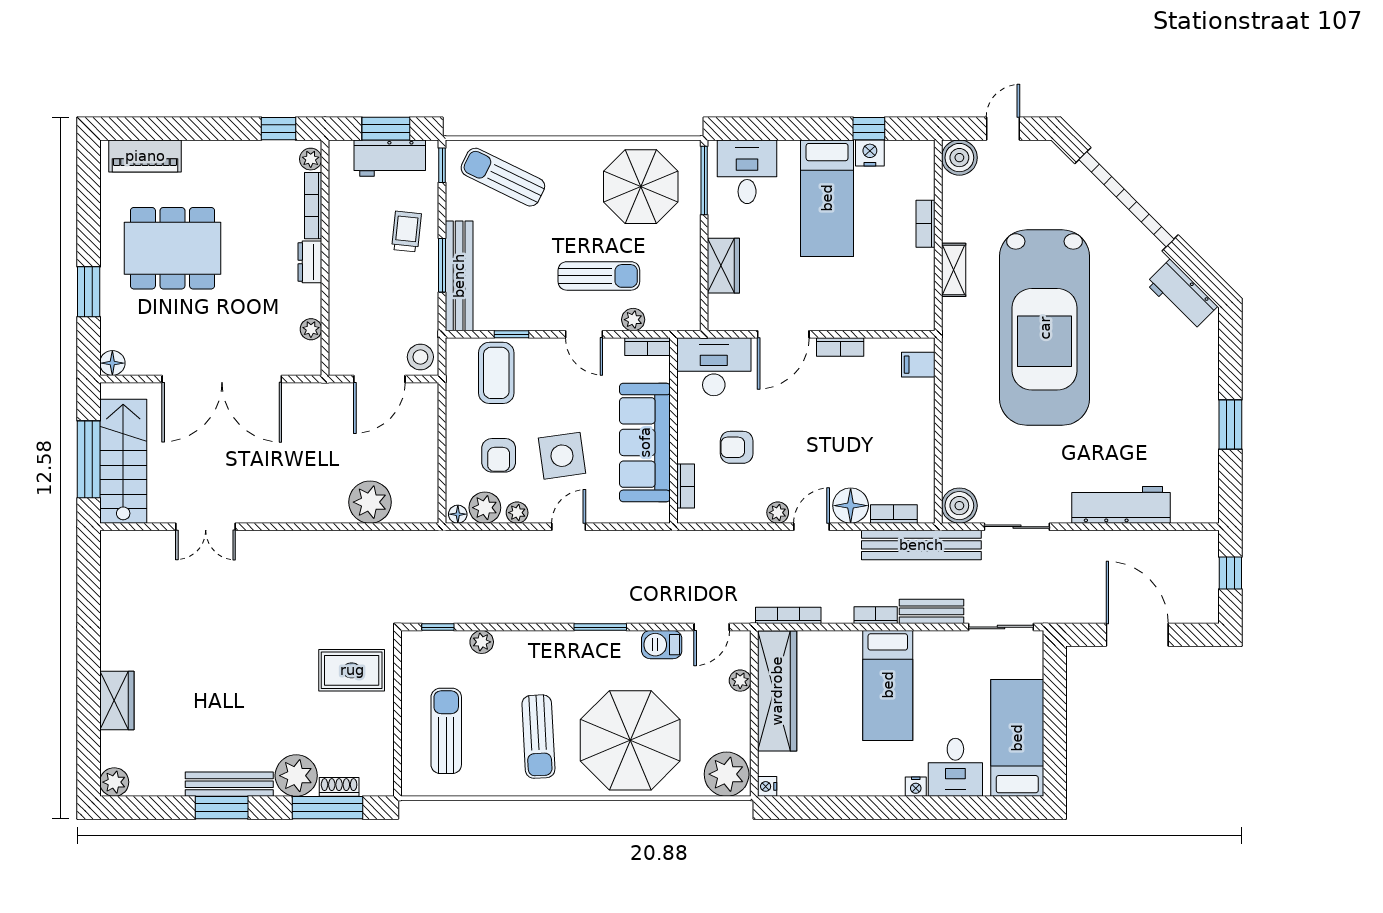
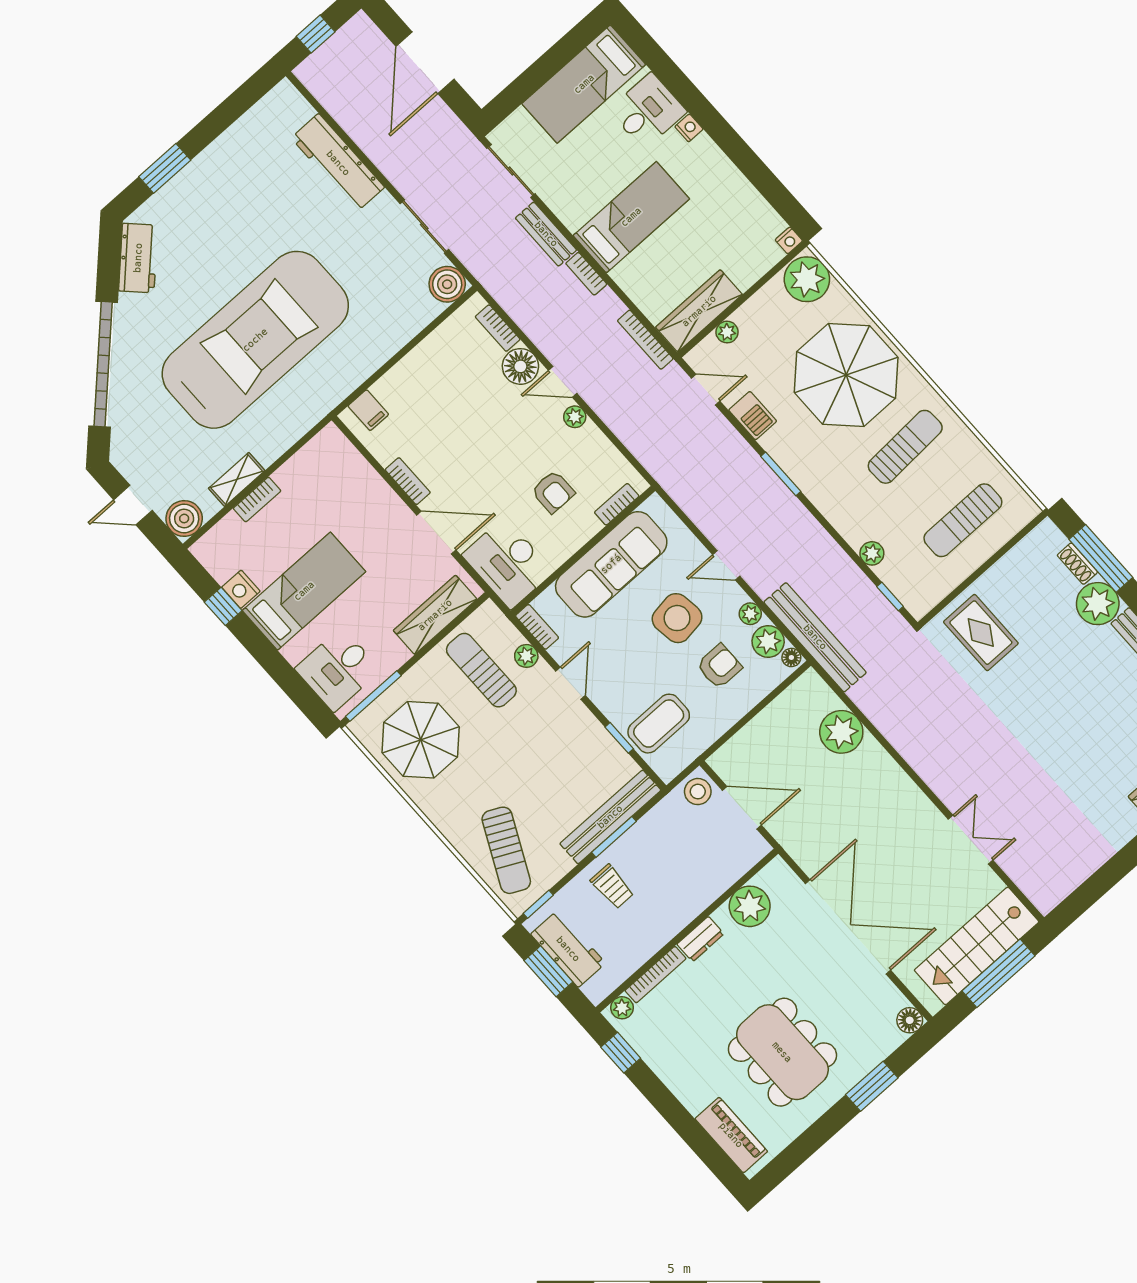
trolley: (407, 232) -> (612, 887), turned -96
wardrobe: (723, 266) -> (435, 615), width x1.50
shelving: (954, 270) -> (237, 479), moved
sun lounger: (599, 276) -> (481, 670), moved
plant: (311, 329) -> (750, 906), width x1.88, depth x1.88
window: (1230, 424) -> (165, 168), moved
bench: (921, 545) -> (815, 637), moved
wardrobe: (777, 691) -> (699, 311), width x0.71, depth x0.85

